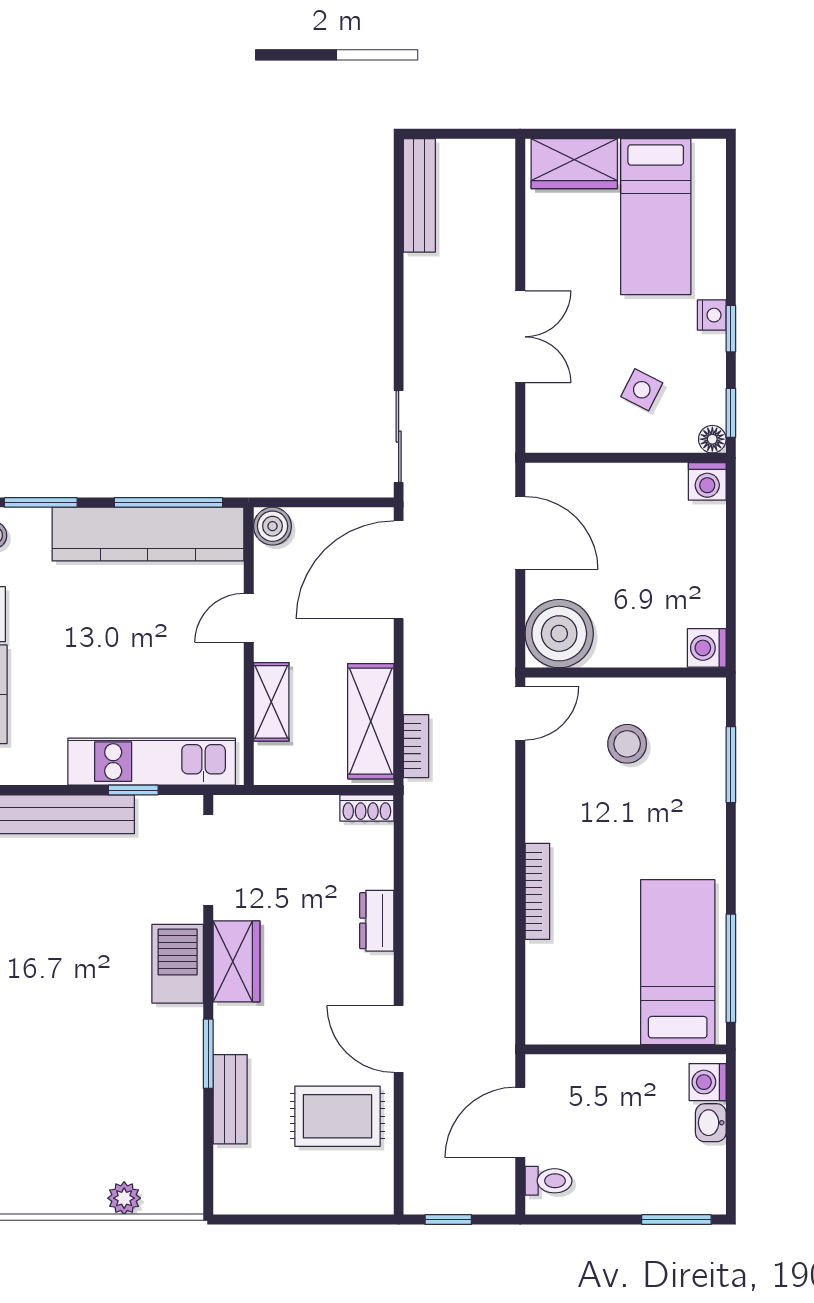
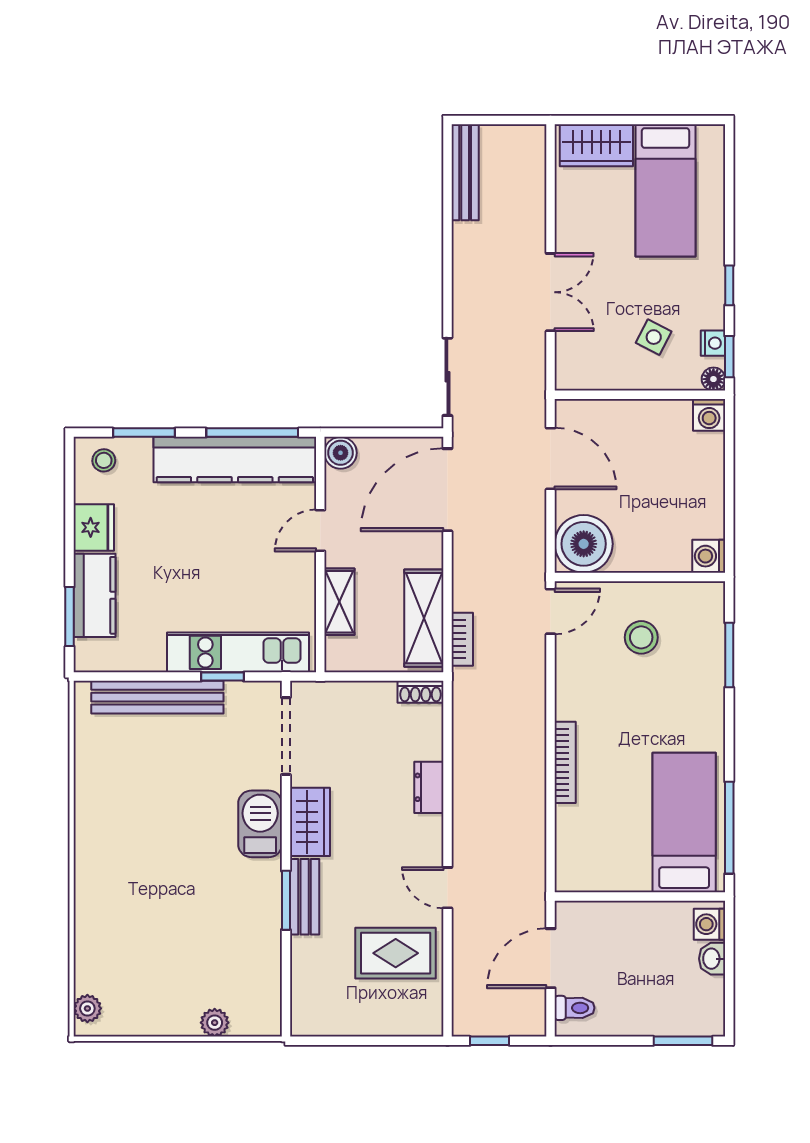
nightstand: (712, 315) -> (713, 343), moved
door: (399, 1039) -> (447, 888), width x0.73
bench: (230, 1099) -> (305, 897), moved

